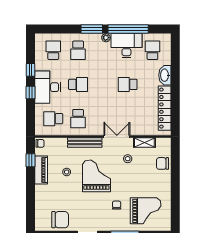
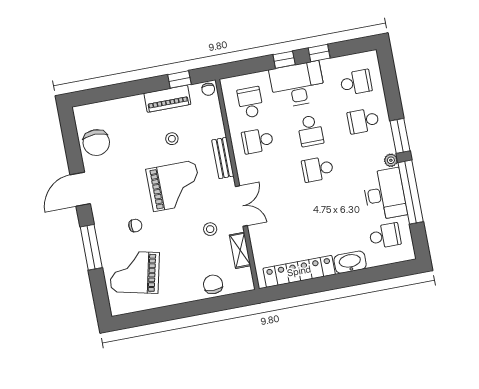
school desk: (128, 84) -> (318, 169), moved, turned -90
bench: (85, 142) -> (223, 158), width x0.73
grand piano: (146, 211) -> (135, 272), turned 103

